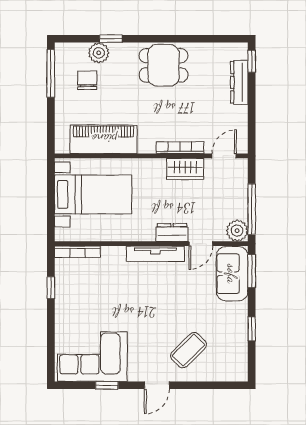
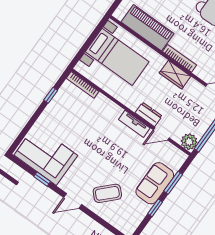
bookcase: (180, 148) -> (179, 58), moved
wardrobe: (185, 169) -> (175, 75), moved
tv unit: (155, 254) -> (134, 124), width x0.71
window: (252, 271) -> (173, 183), moved
sofa: (232, 274) -> (155, 183), moved

